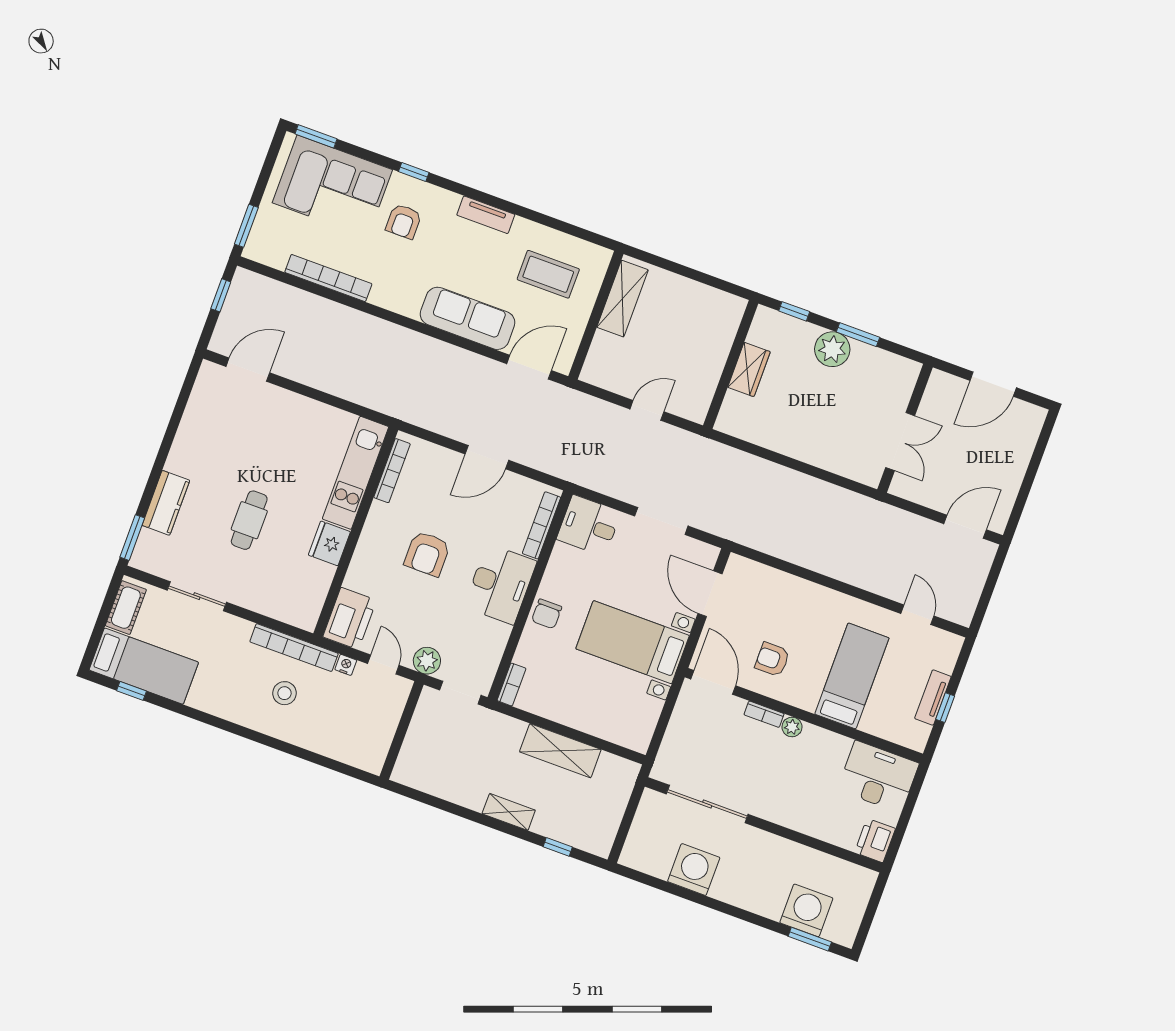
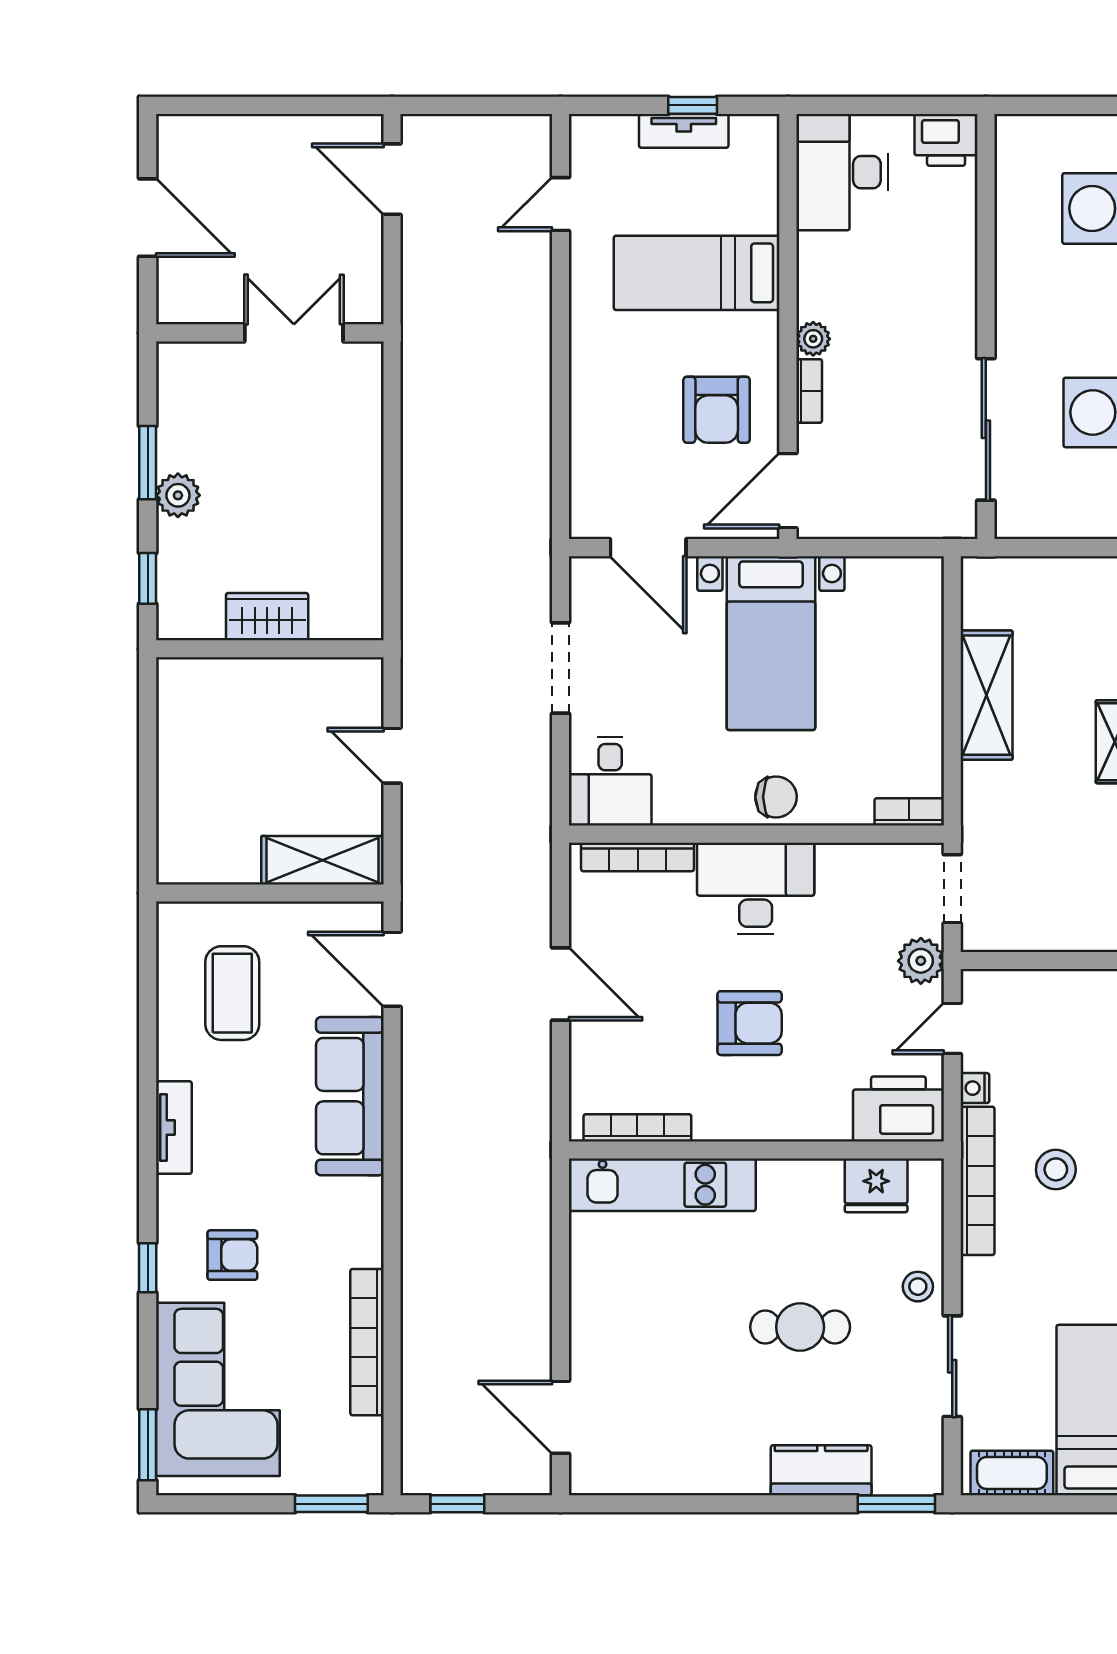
shelving: (622, 299) -> (322, 860), moved
plant: (832, 349) -> (178, 495), width x0.73, depth x0.73
fridge: (329, 543) -> (876, 1185), moved
stool: (248, 593) -> (918, 1287), added
door: (710, 594) -> (648, 548), hinge flipped
armchair: (772, 659) -> (717, 410), width x1.38, depth x1.38

